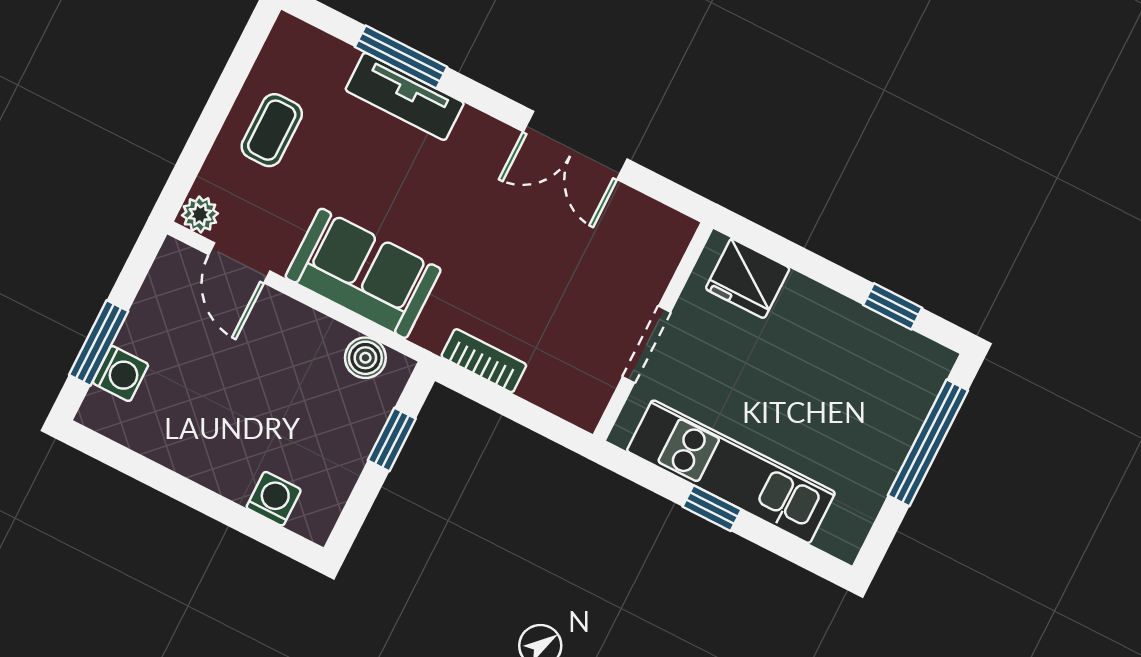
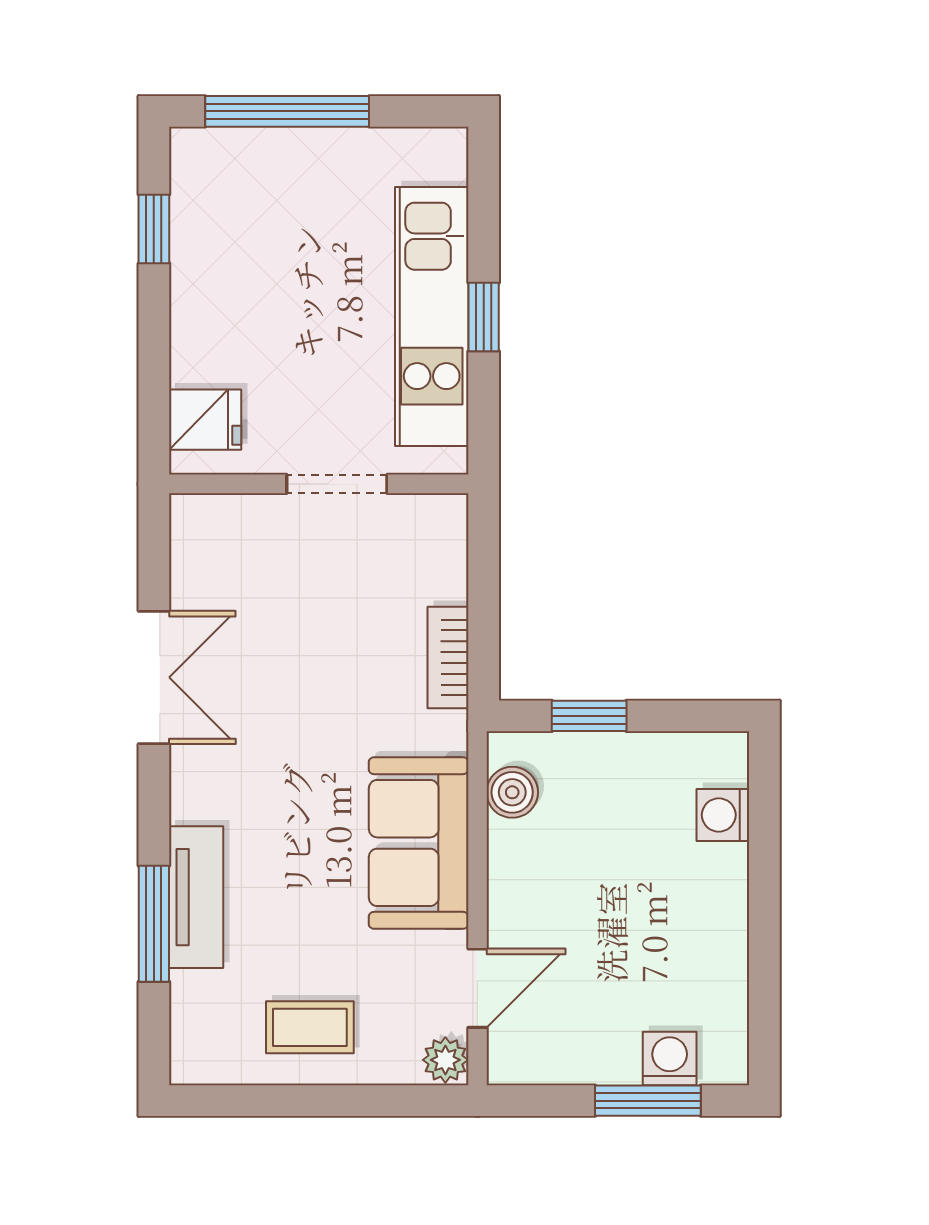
fridge: (748, 278) -> (205, 420), width x0.72

